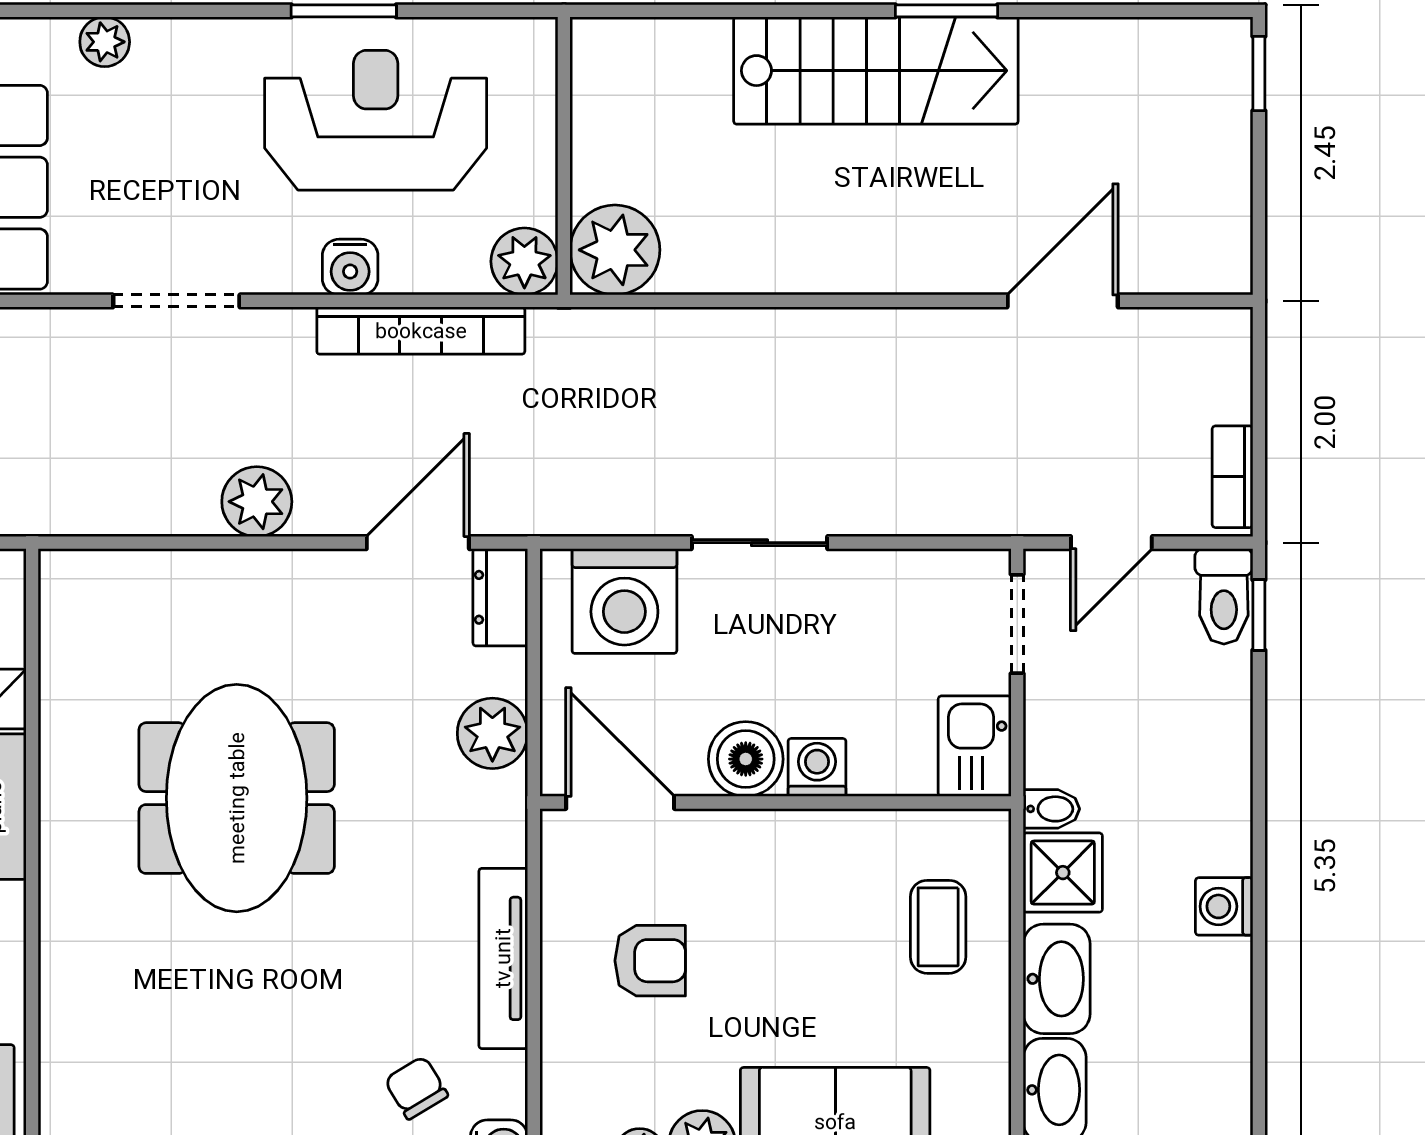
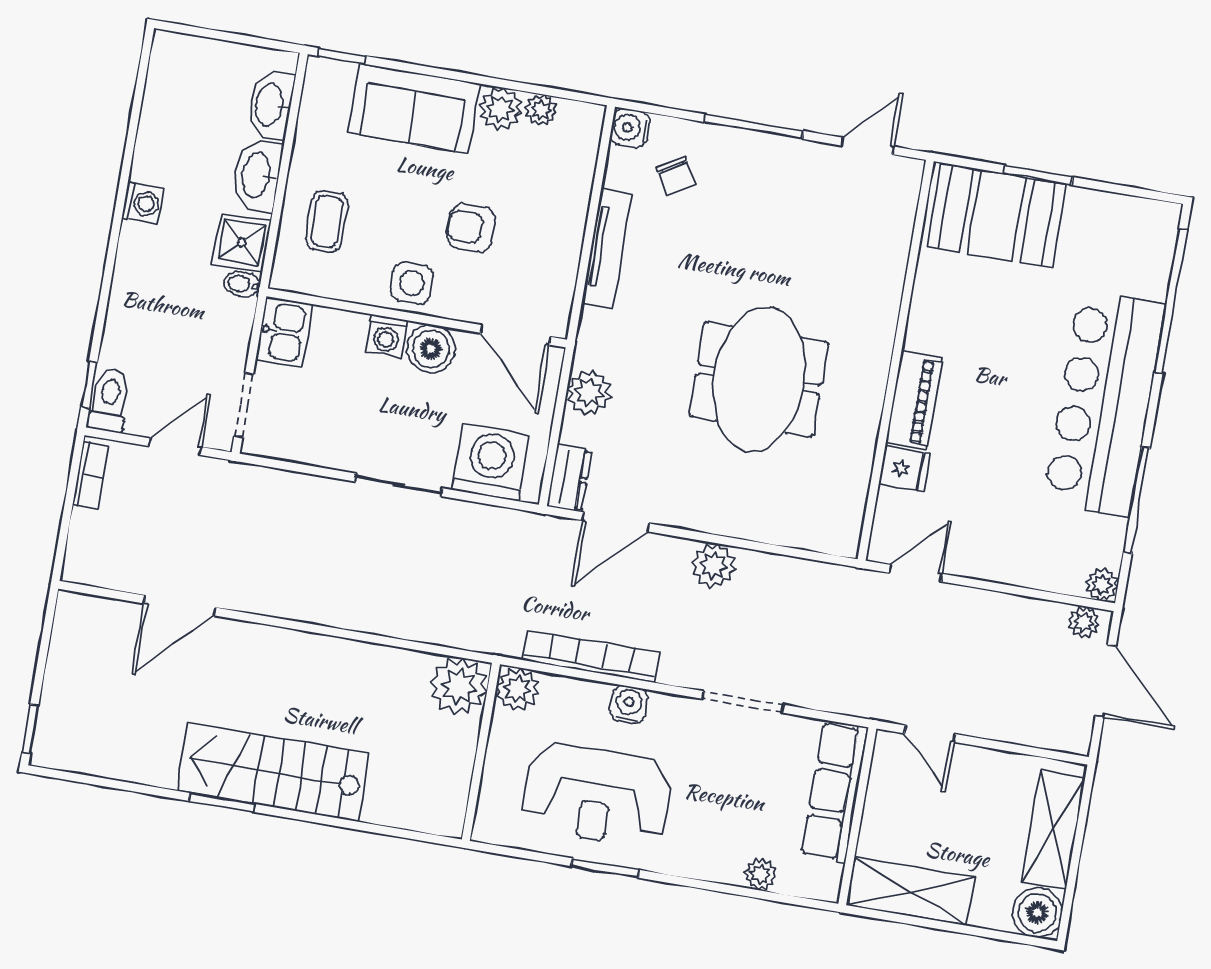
side table: (792, 855) -> (412, 283), added
armchair: (650, 961) -> (471, 228), moved

